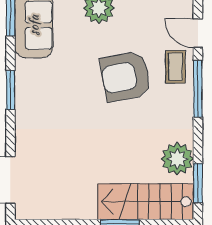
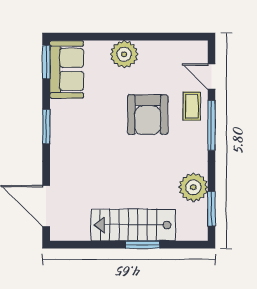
armchair: (126, 76) -> (148, 115), turned -79
stairs: (146, 202) -> (133, 225), moved

